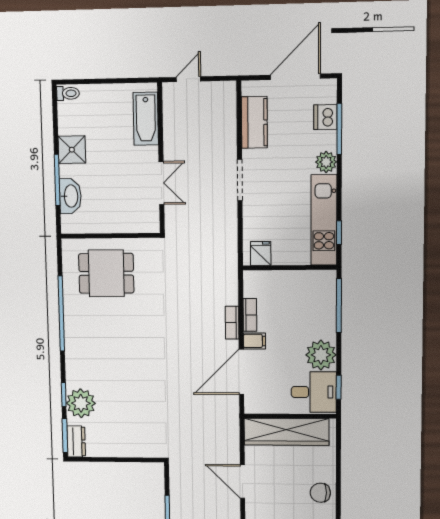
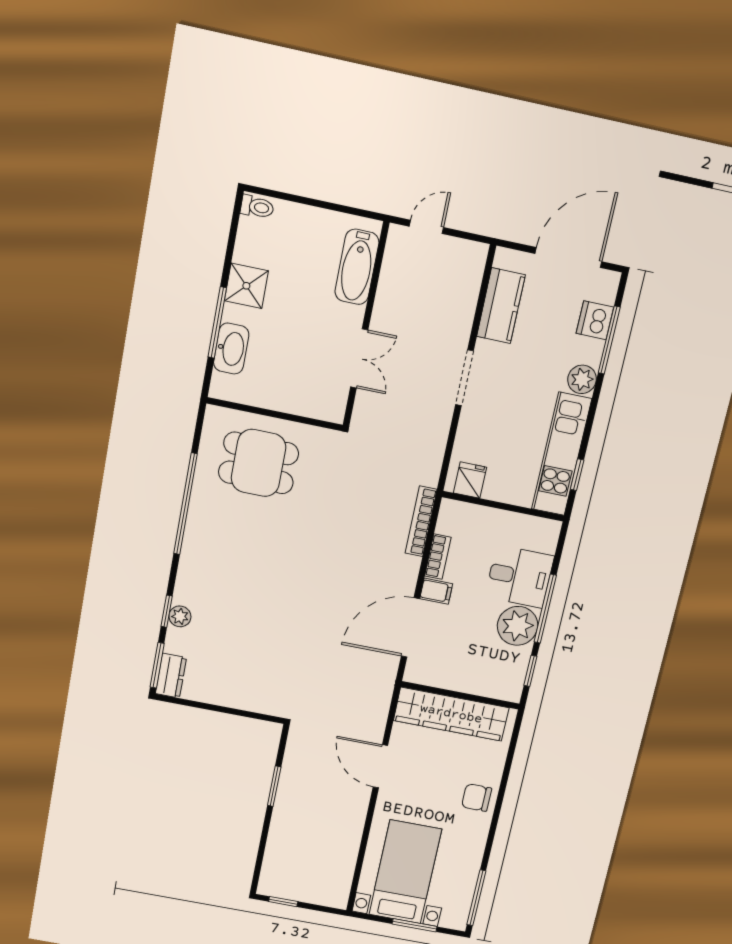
window: (339, 306) -> (545, 609), moved
bookcase: (232, 323) -> (421, 521), moved, width x1.56
desk: (314, 392) -> (519, 577), moved
plant: (81, 403) -> (180, 616), width x0.53, depth x0.53

